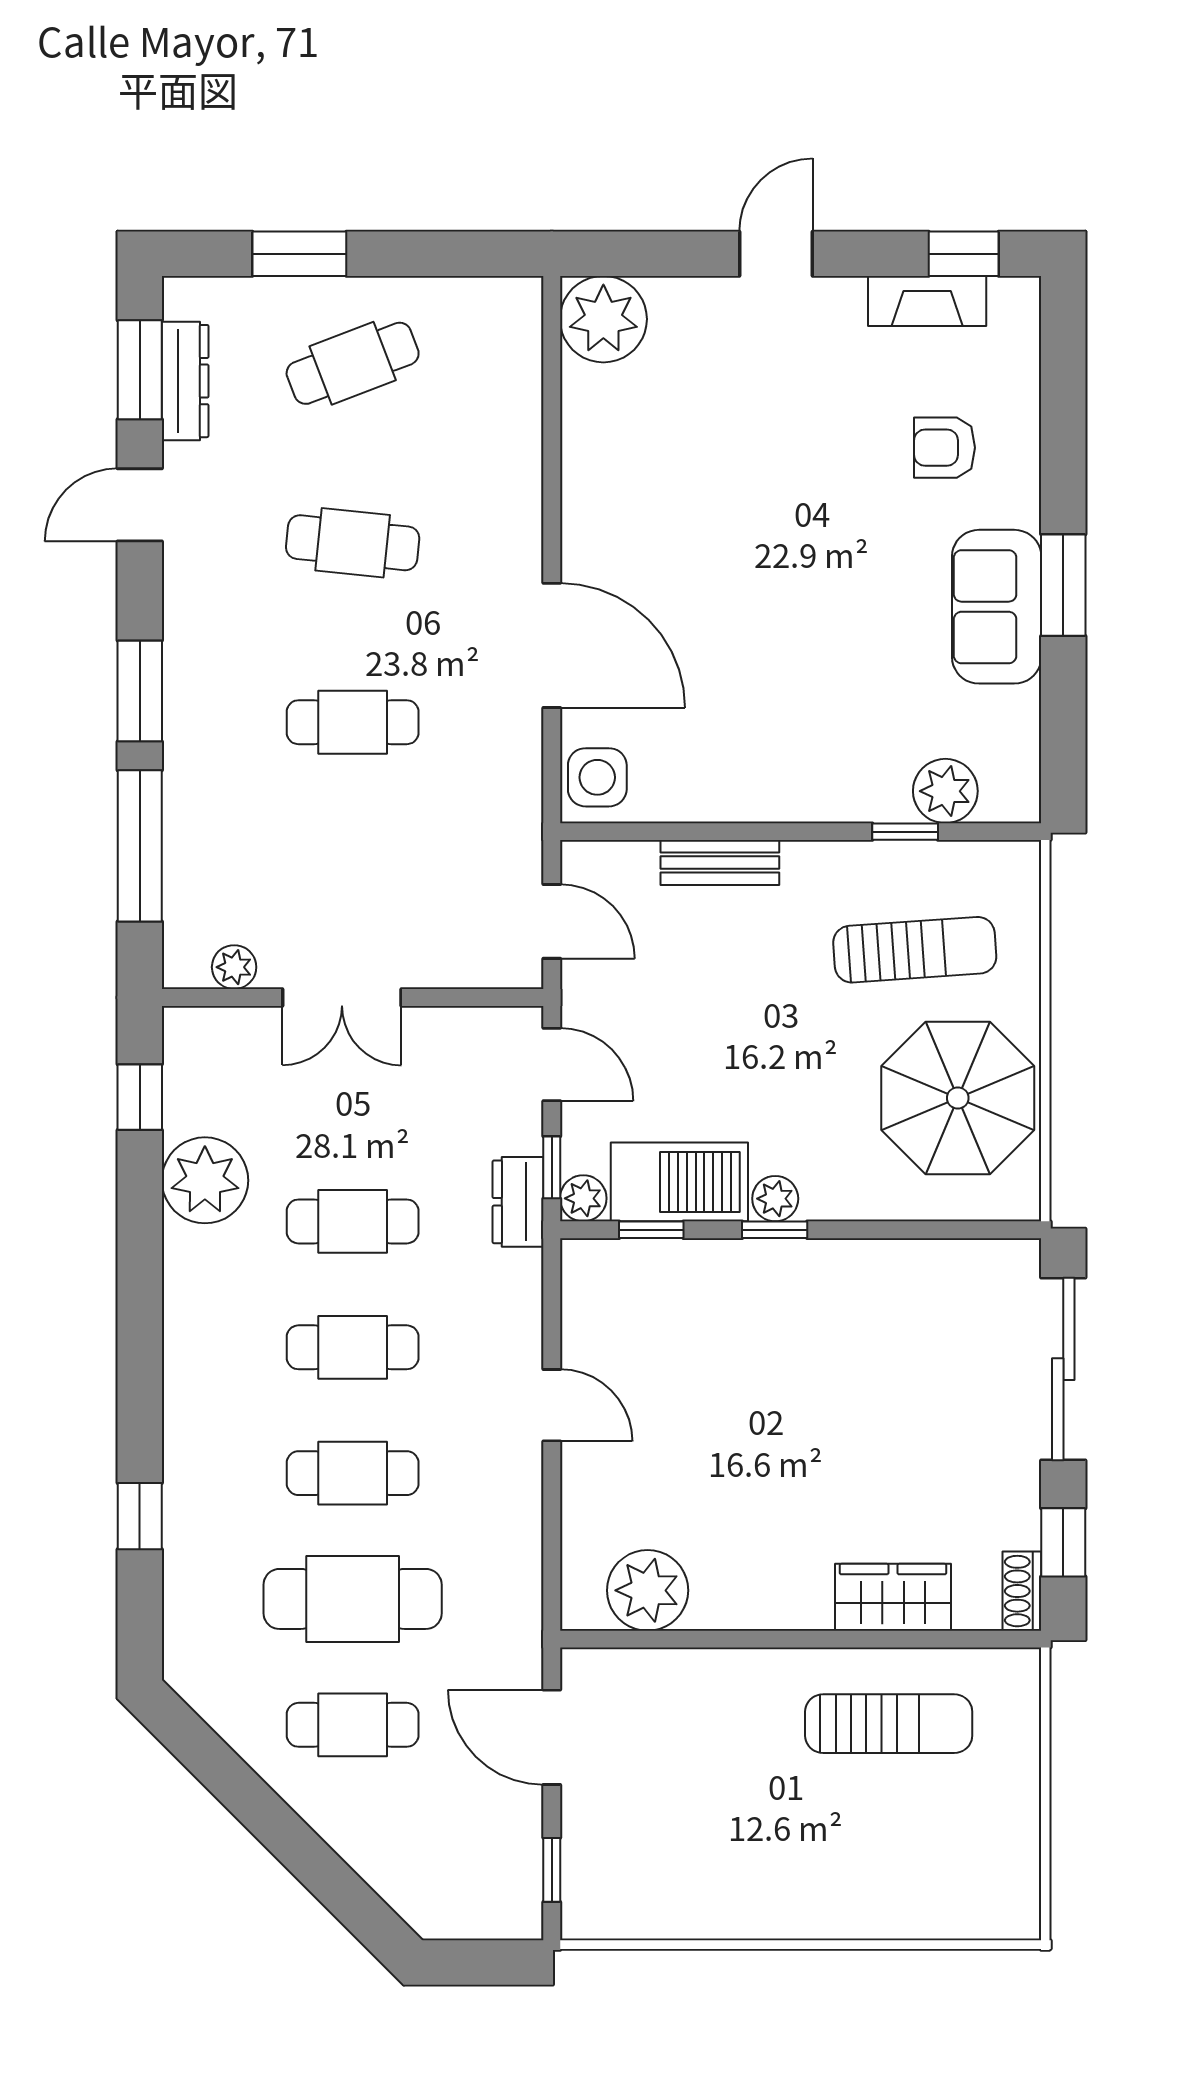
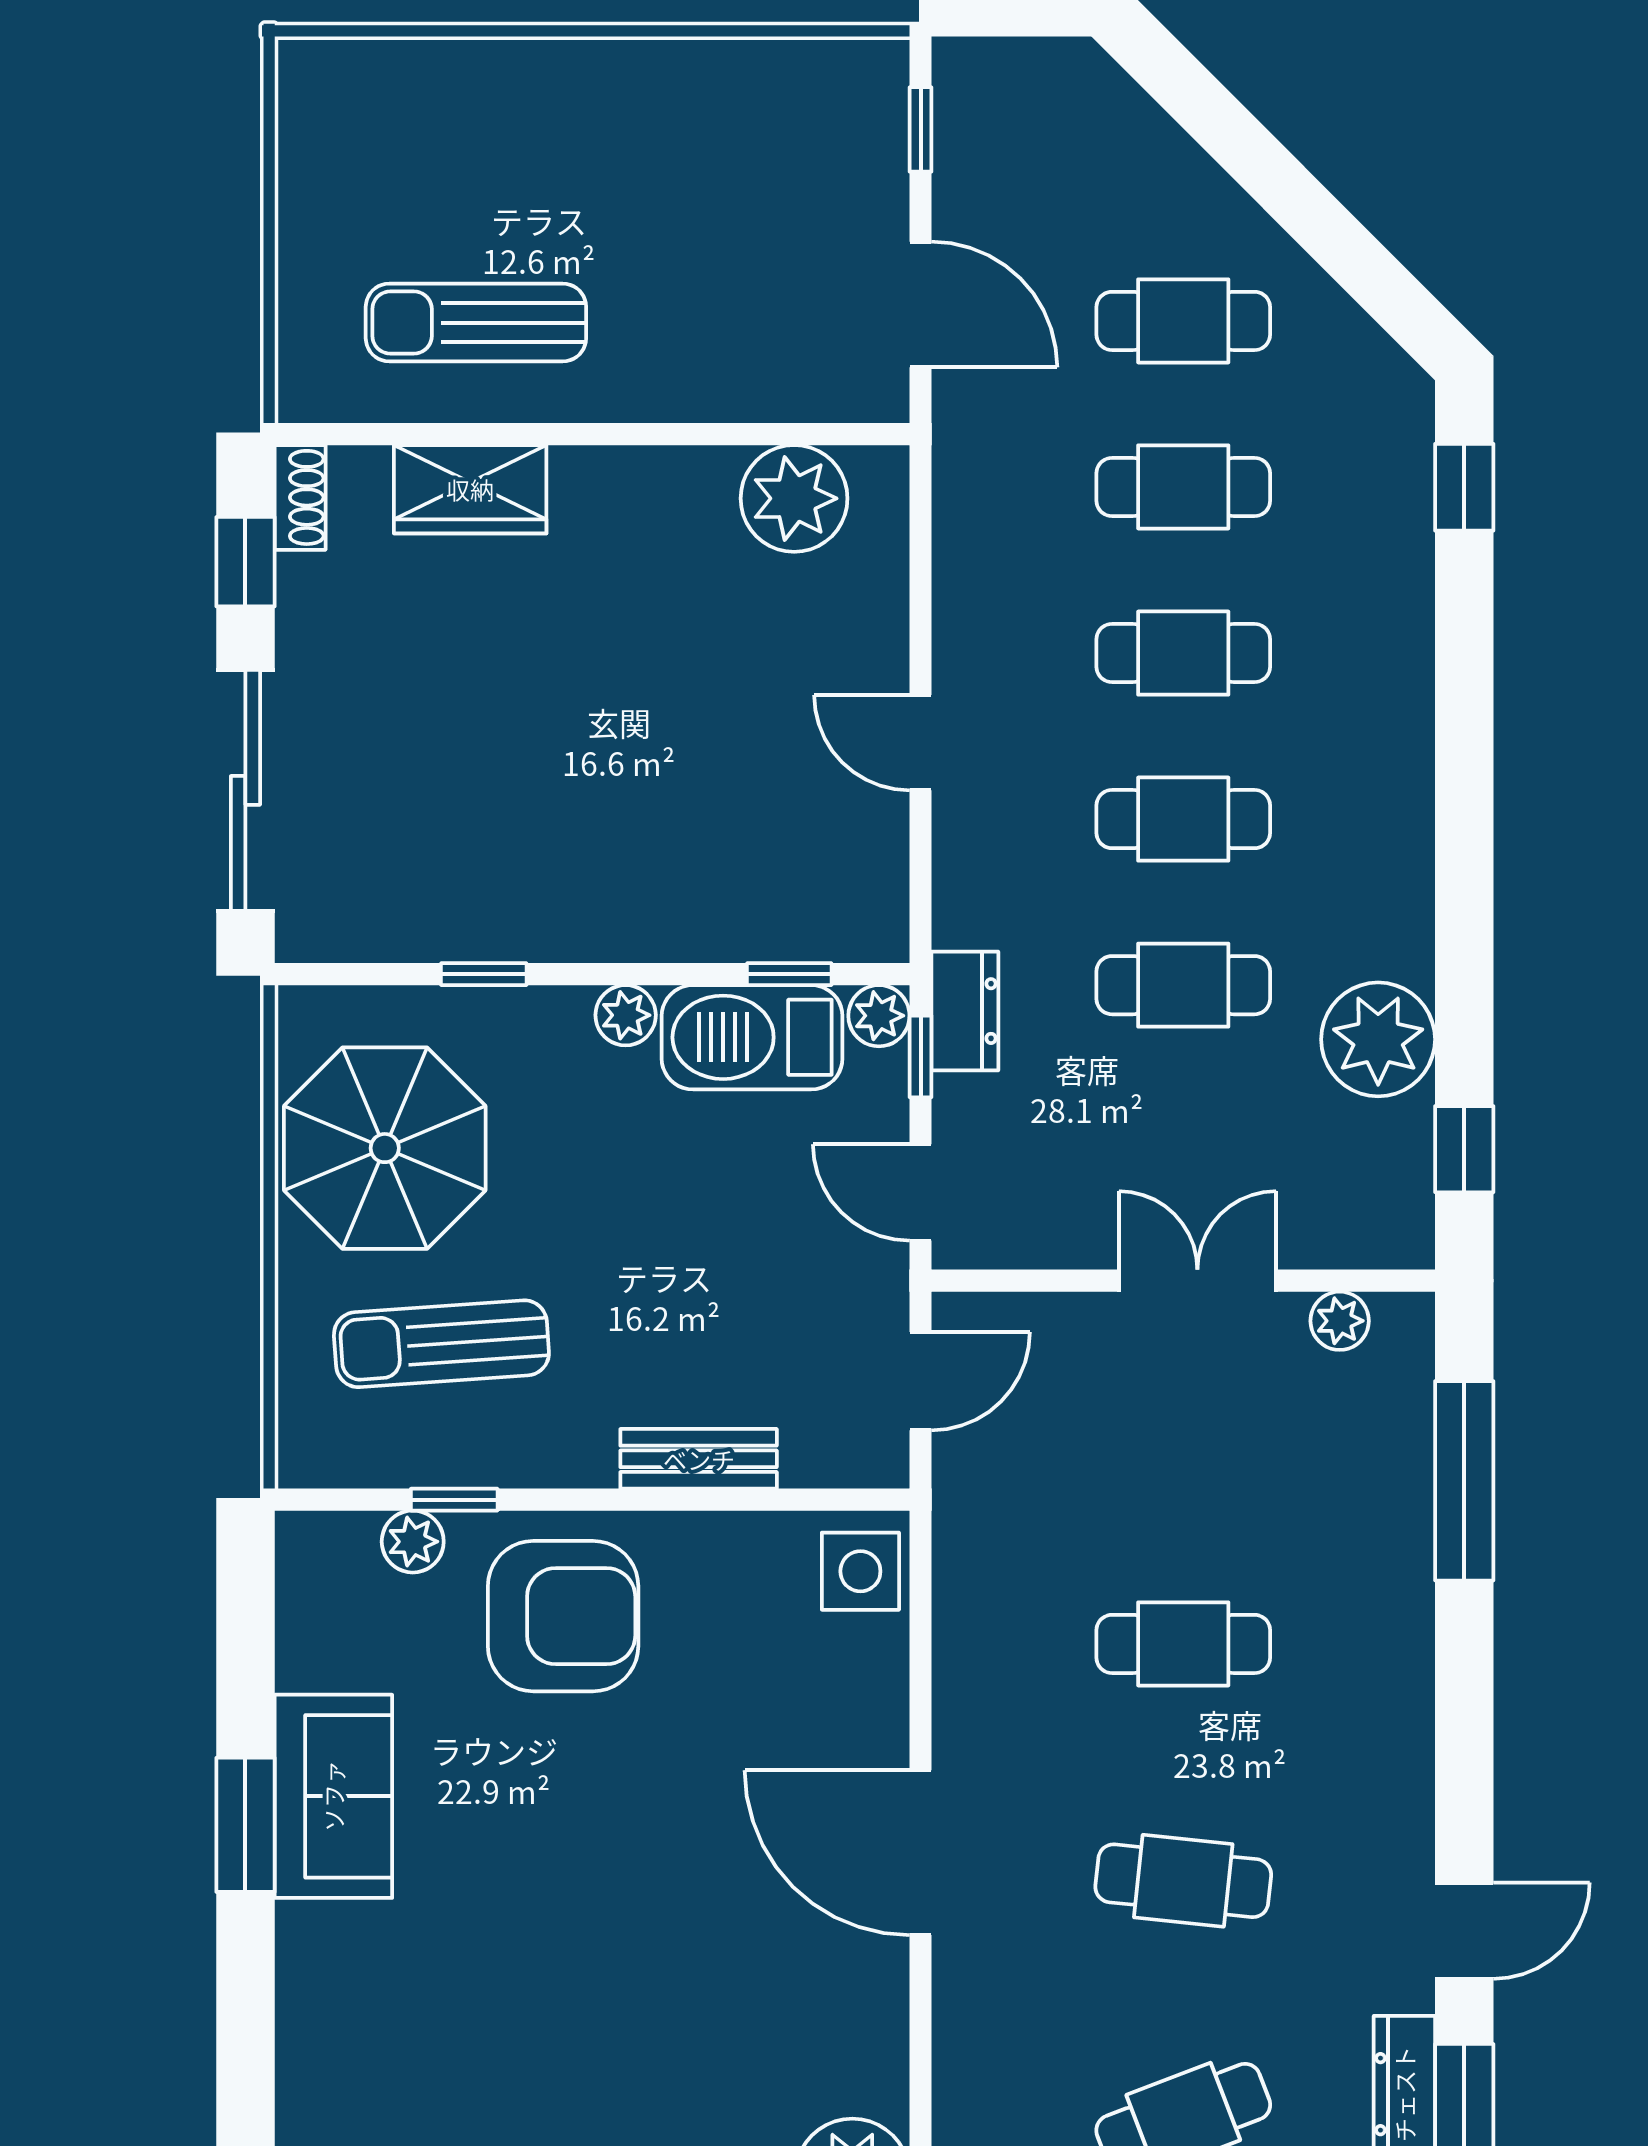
armchair: (944, 448) -> (563, 1616), moved, width x1.88, depth x1.88
door: (552, 645) -> (921, 1853), moved
window: (140, 691) -> (1464, 1685), removed
plant: (945, 791) -> (413, 1542), width x0.73, depth x0.73
door: (552, 921) -> (921, 1381), swing flipped
window: (775, 1230) -> (484, 974), moved
window: (140, 1516) -> (1464, 487), moved
cafe table: (353, 1599) -> (1183, 487), width x0.73, depth x0.74

